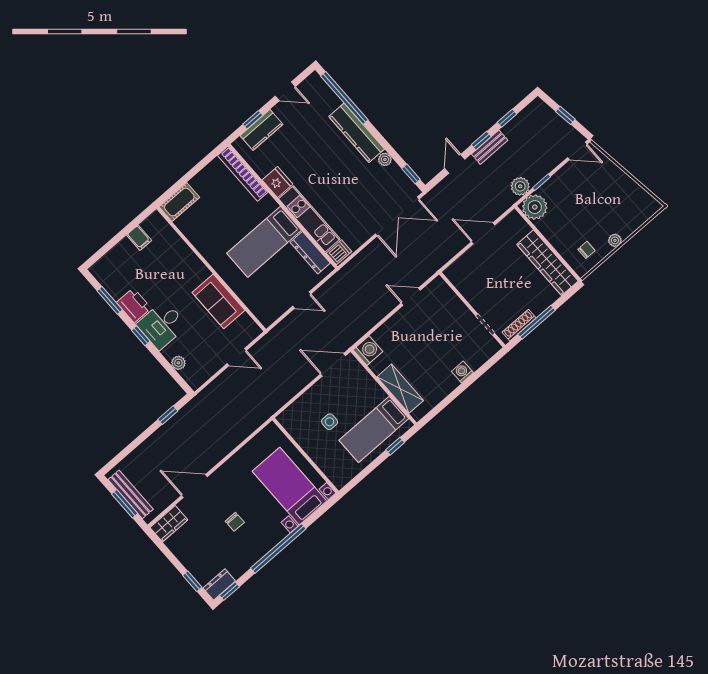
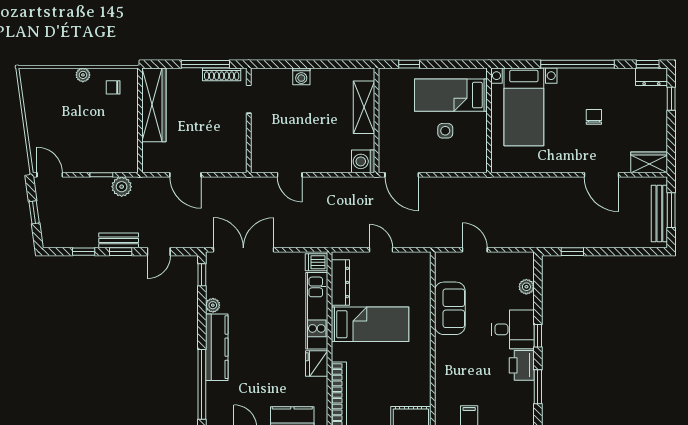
plant: (535, 207) -> (125, 159), removed
bed: (374, 429) -> (451, 95), moved, turned 180

